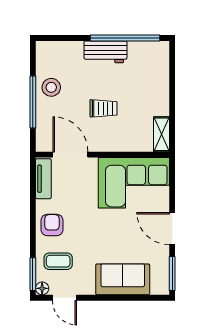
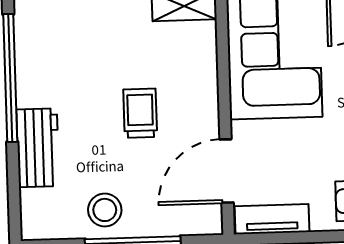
workbench: (105, 52) -> (38, 148), moved

